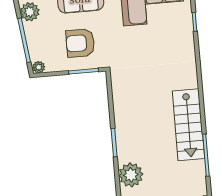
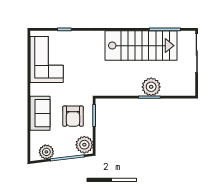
plant: (39, 67) -> (84, 145), width x1.87, depth x1.87
stairs: (188, 125) -> (141, 46), width x1.36, depth x1.51
plant: (131, 175) -> (151, 87), moved

